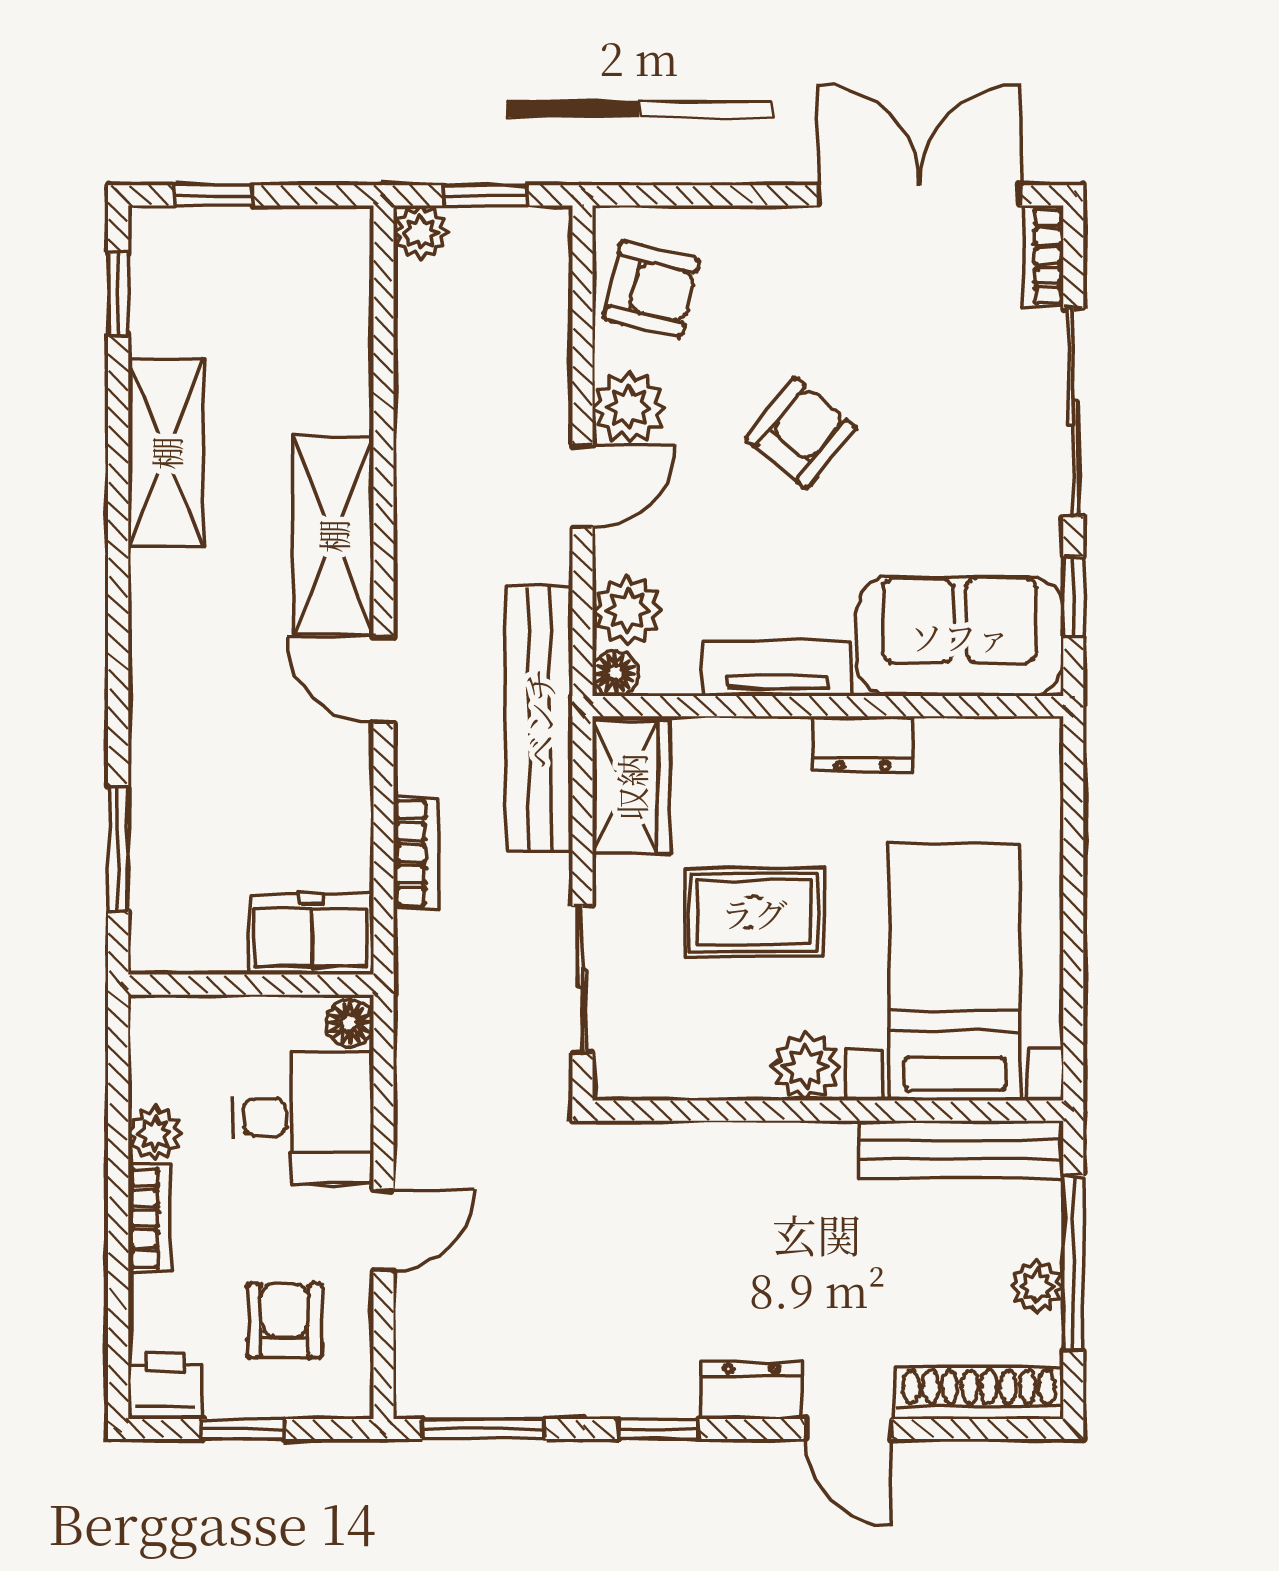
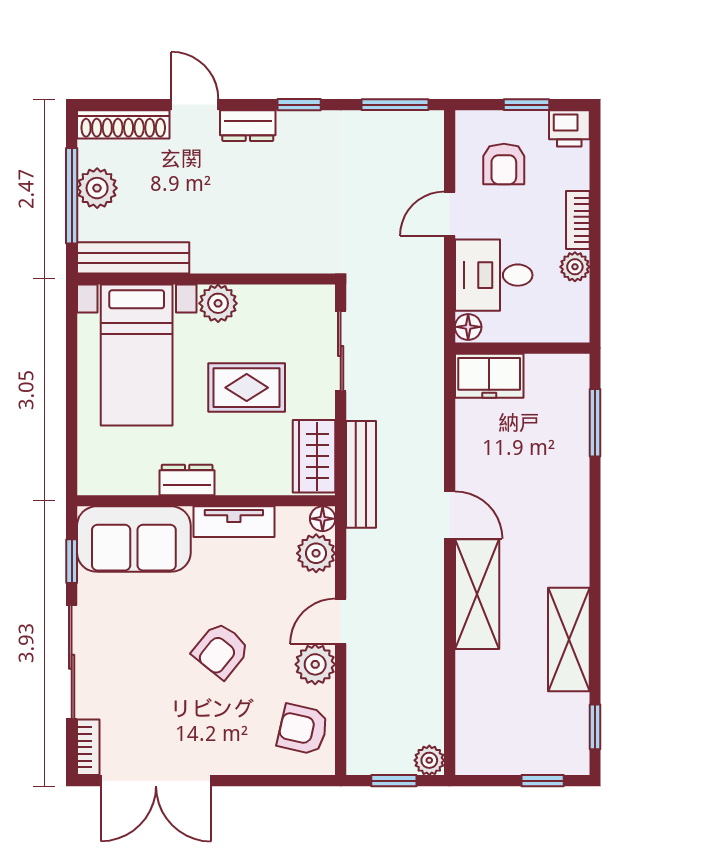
bench: (539, 718) -> (361, 474), width x0.73, depth x0.82
bookcase: (416, 853) -> (432, 420), removed
plant: (1037, 1287) -> (97, 188), width x1.38, depth x1.38

